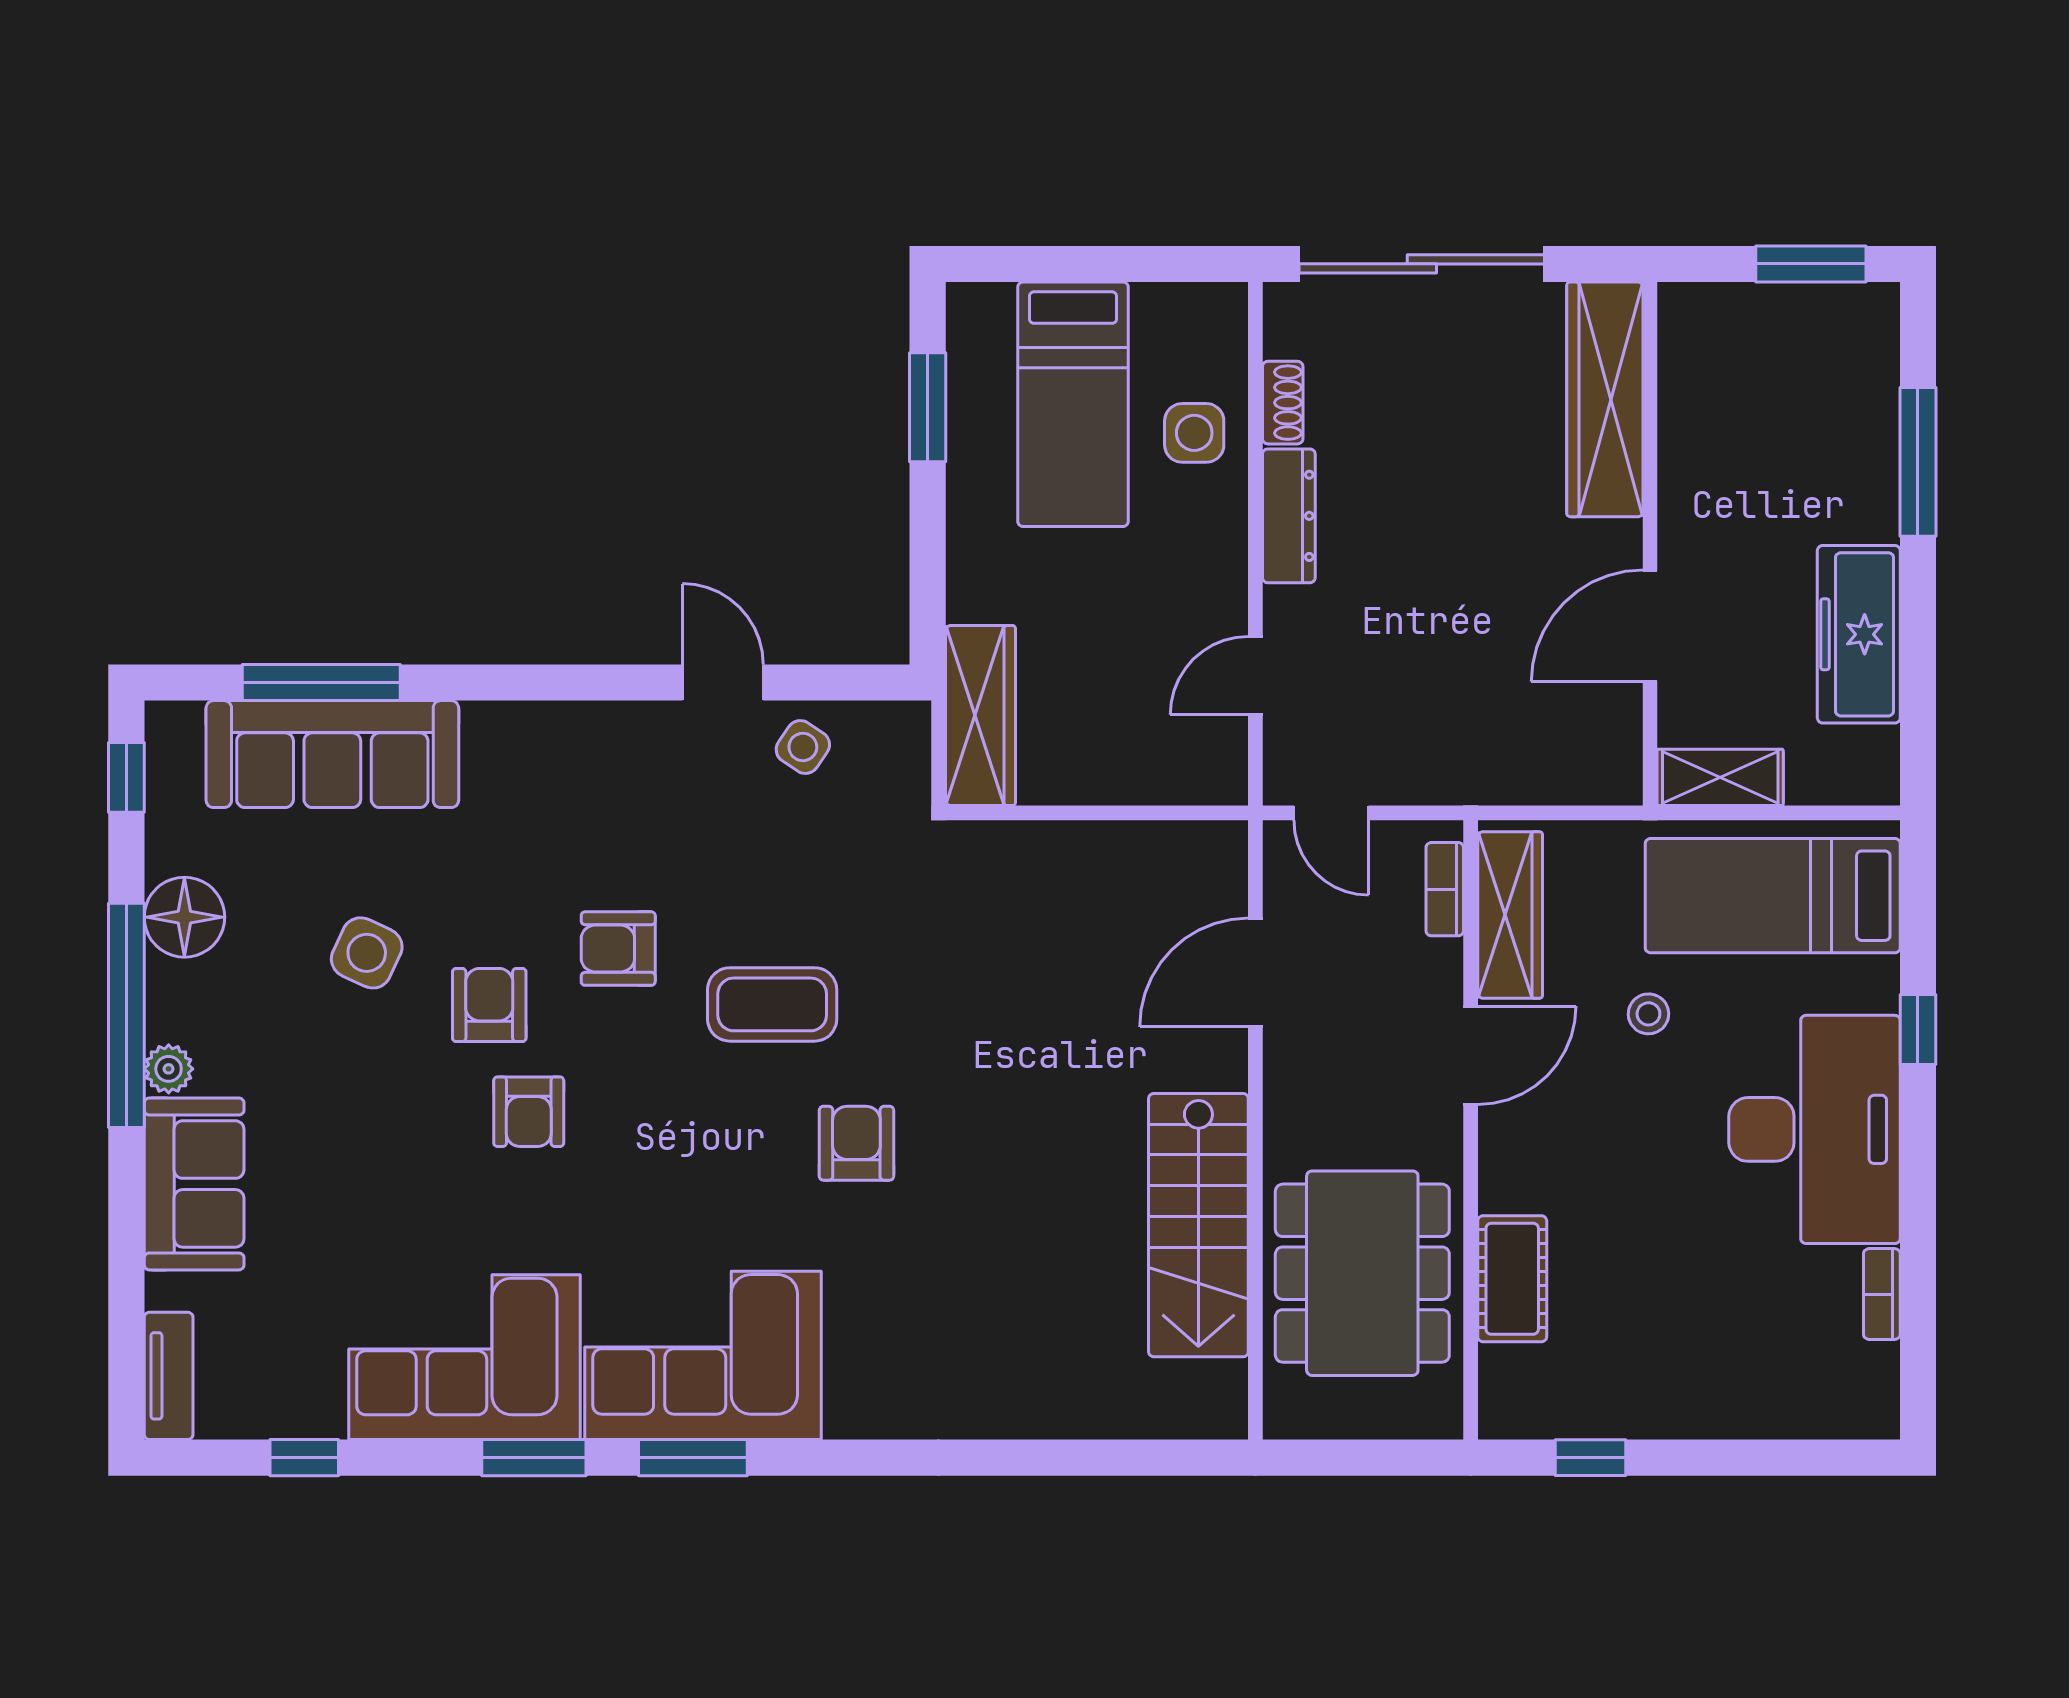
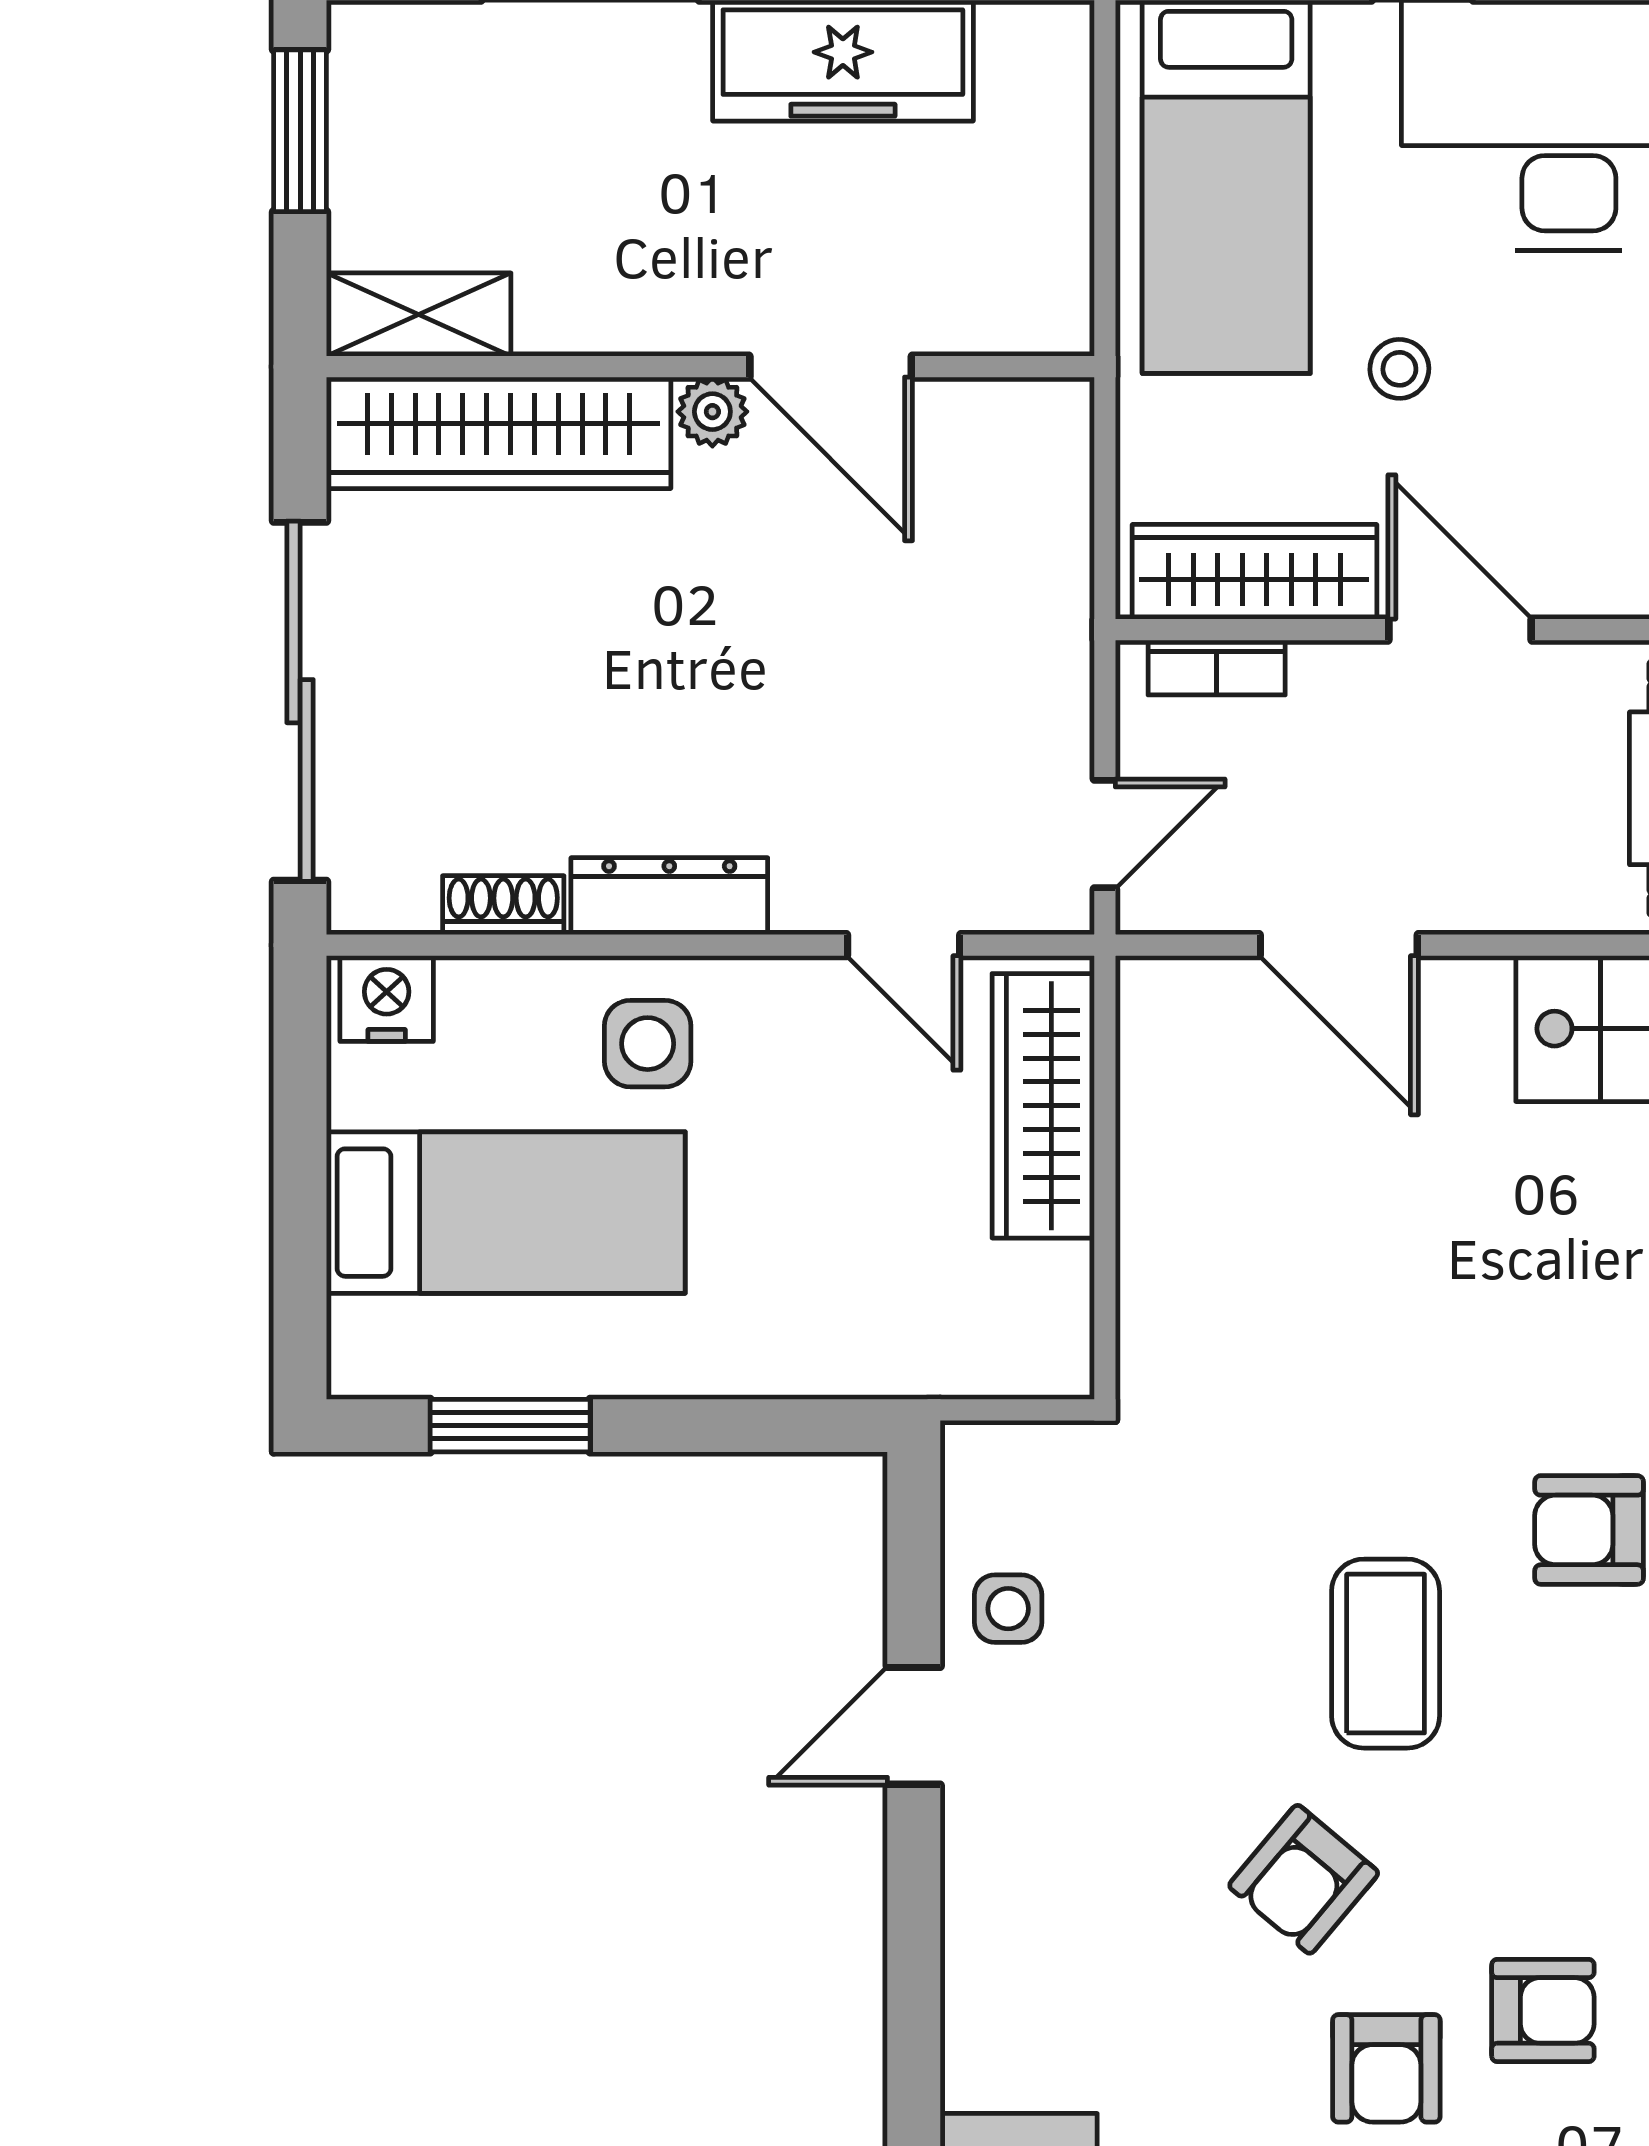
nightstand: (1219, 323) -> (387, 999), added
side table: (1194, 433) -> (648, 1044), moved
plant: (1619, 545) -> (712, 412), added
wardrobe: (980, 716) -> (1043, 1106), moved, turned -90
side table: (803, 747) -> (1008, 1609), turned -34
shelving: (1720, 777) -> (419, 314), moved, turned 90
armchair: (618, 949) -> (1304, 1879), turned 40
armchair: (489, 1005) -> (1386, 2068), turned -90

